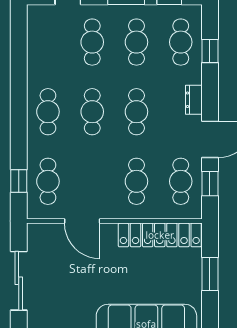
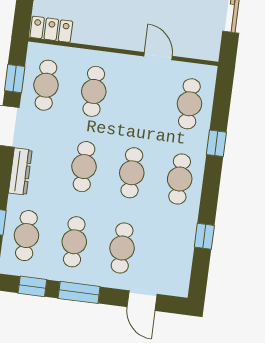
window: (19, 63) -> (204, 236), added
dresser: (194, 100) -> (20, 171), width x1.44
window: (19, 181) -> (216, 143), moved
door: (82, 221) -> (158, 56), width x0.73
locker: (160, 235) -> (51, 29), width x0.46, depth x0.83

